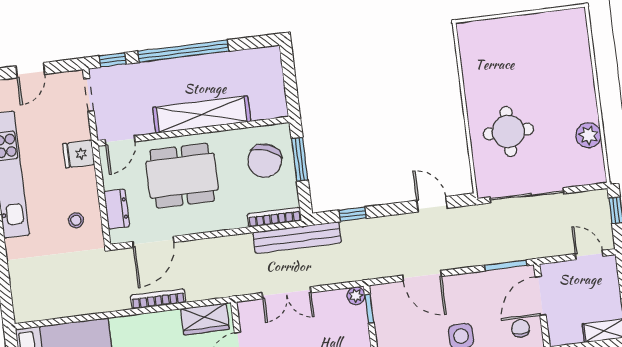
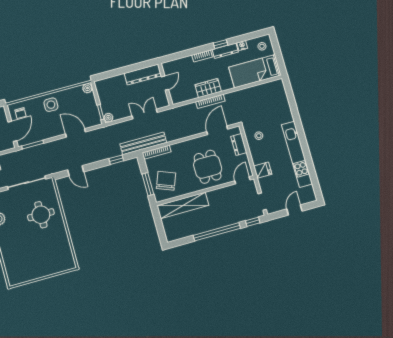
shelving: (202, 114) -> (183, 205), moved
dining table: (182, 176) -> (208, 167), width x0.73
wardrobe: (205, 319) -> (208, 88), moved

